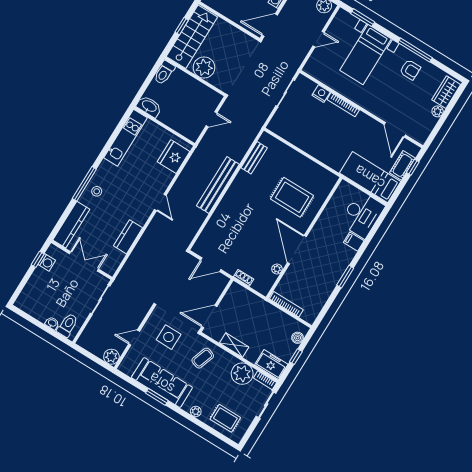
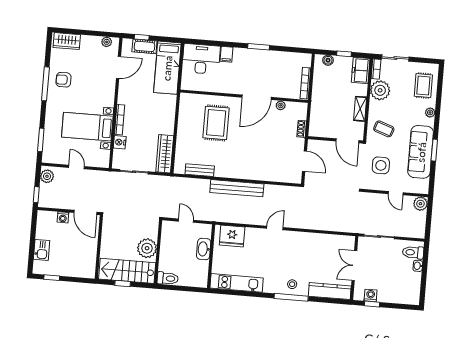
bed with nightstands: (365, 55) -> (87, 127), moved, turned 180
armchair: (410, 70) -> (63, 80), turned -90
washbasin: (149, 106) -> (204, 249), moved
plant: (438, 111) -> (107, 42), moved
wardrobe: (287, 132) -> (165, 154), added
kitchen counter: (128, 237) -> (316, 240), removed

